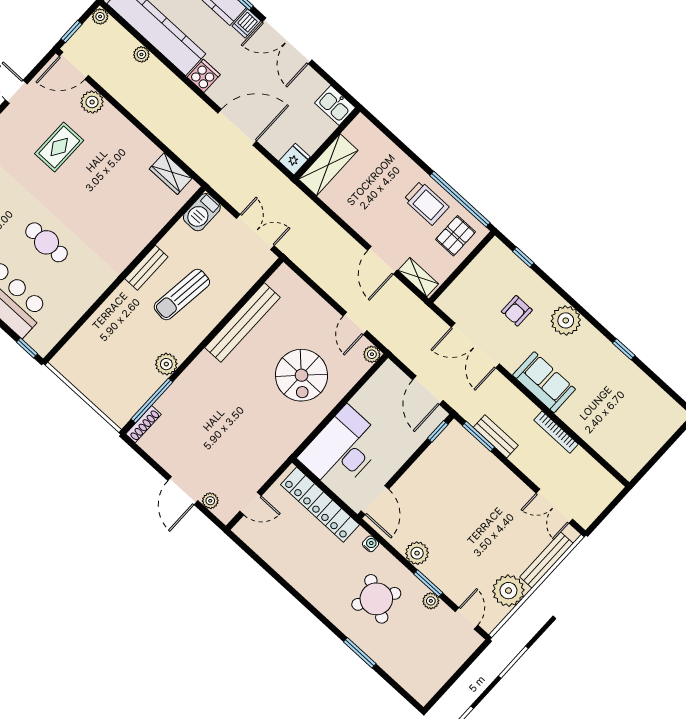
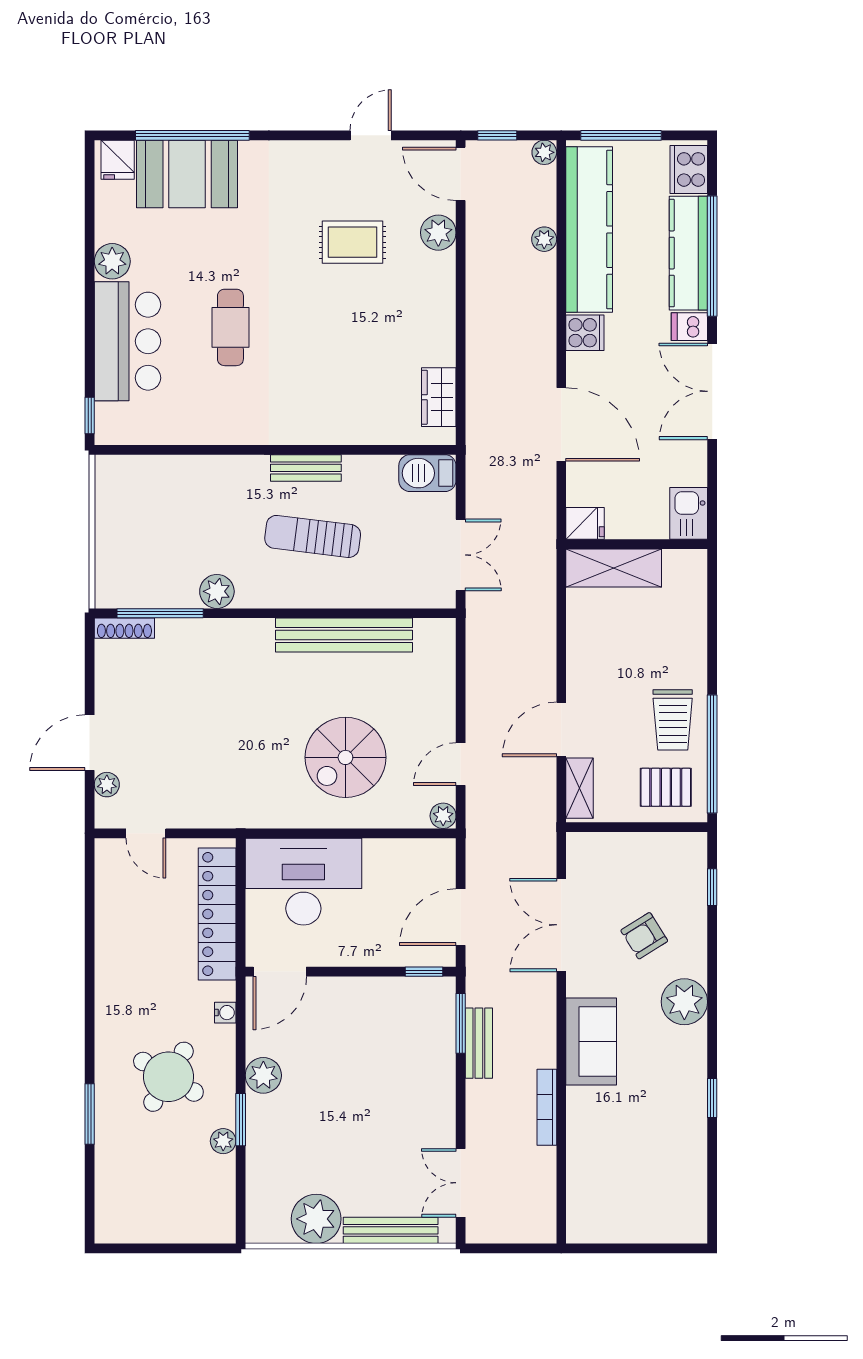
armchair: (517, 311) -> (644, 936), turned -32
door: (467, 618) -> (241, 1200), removed

